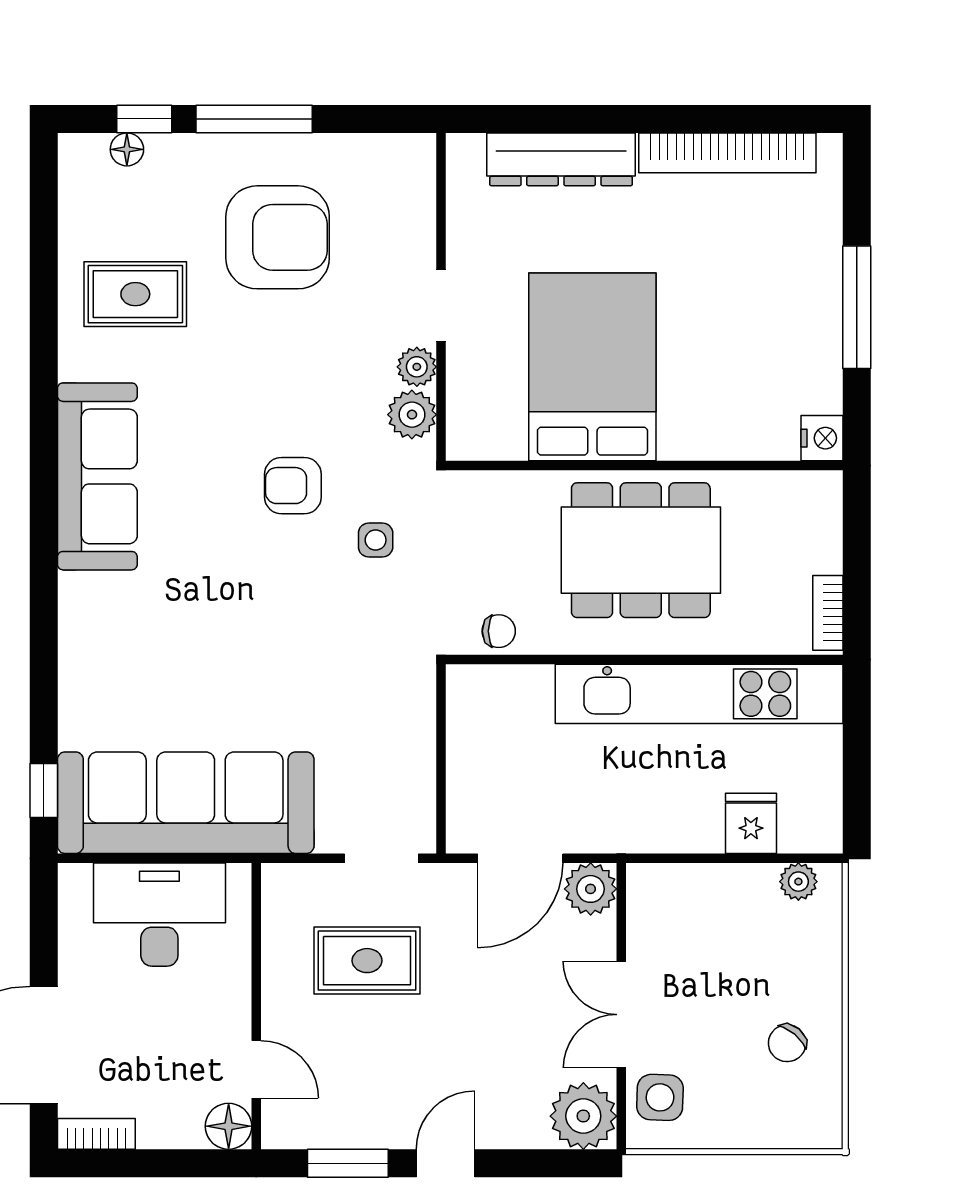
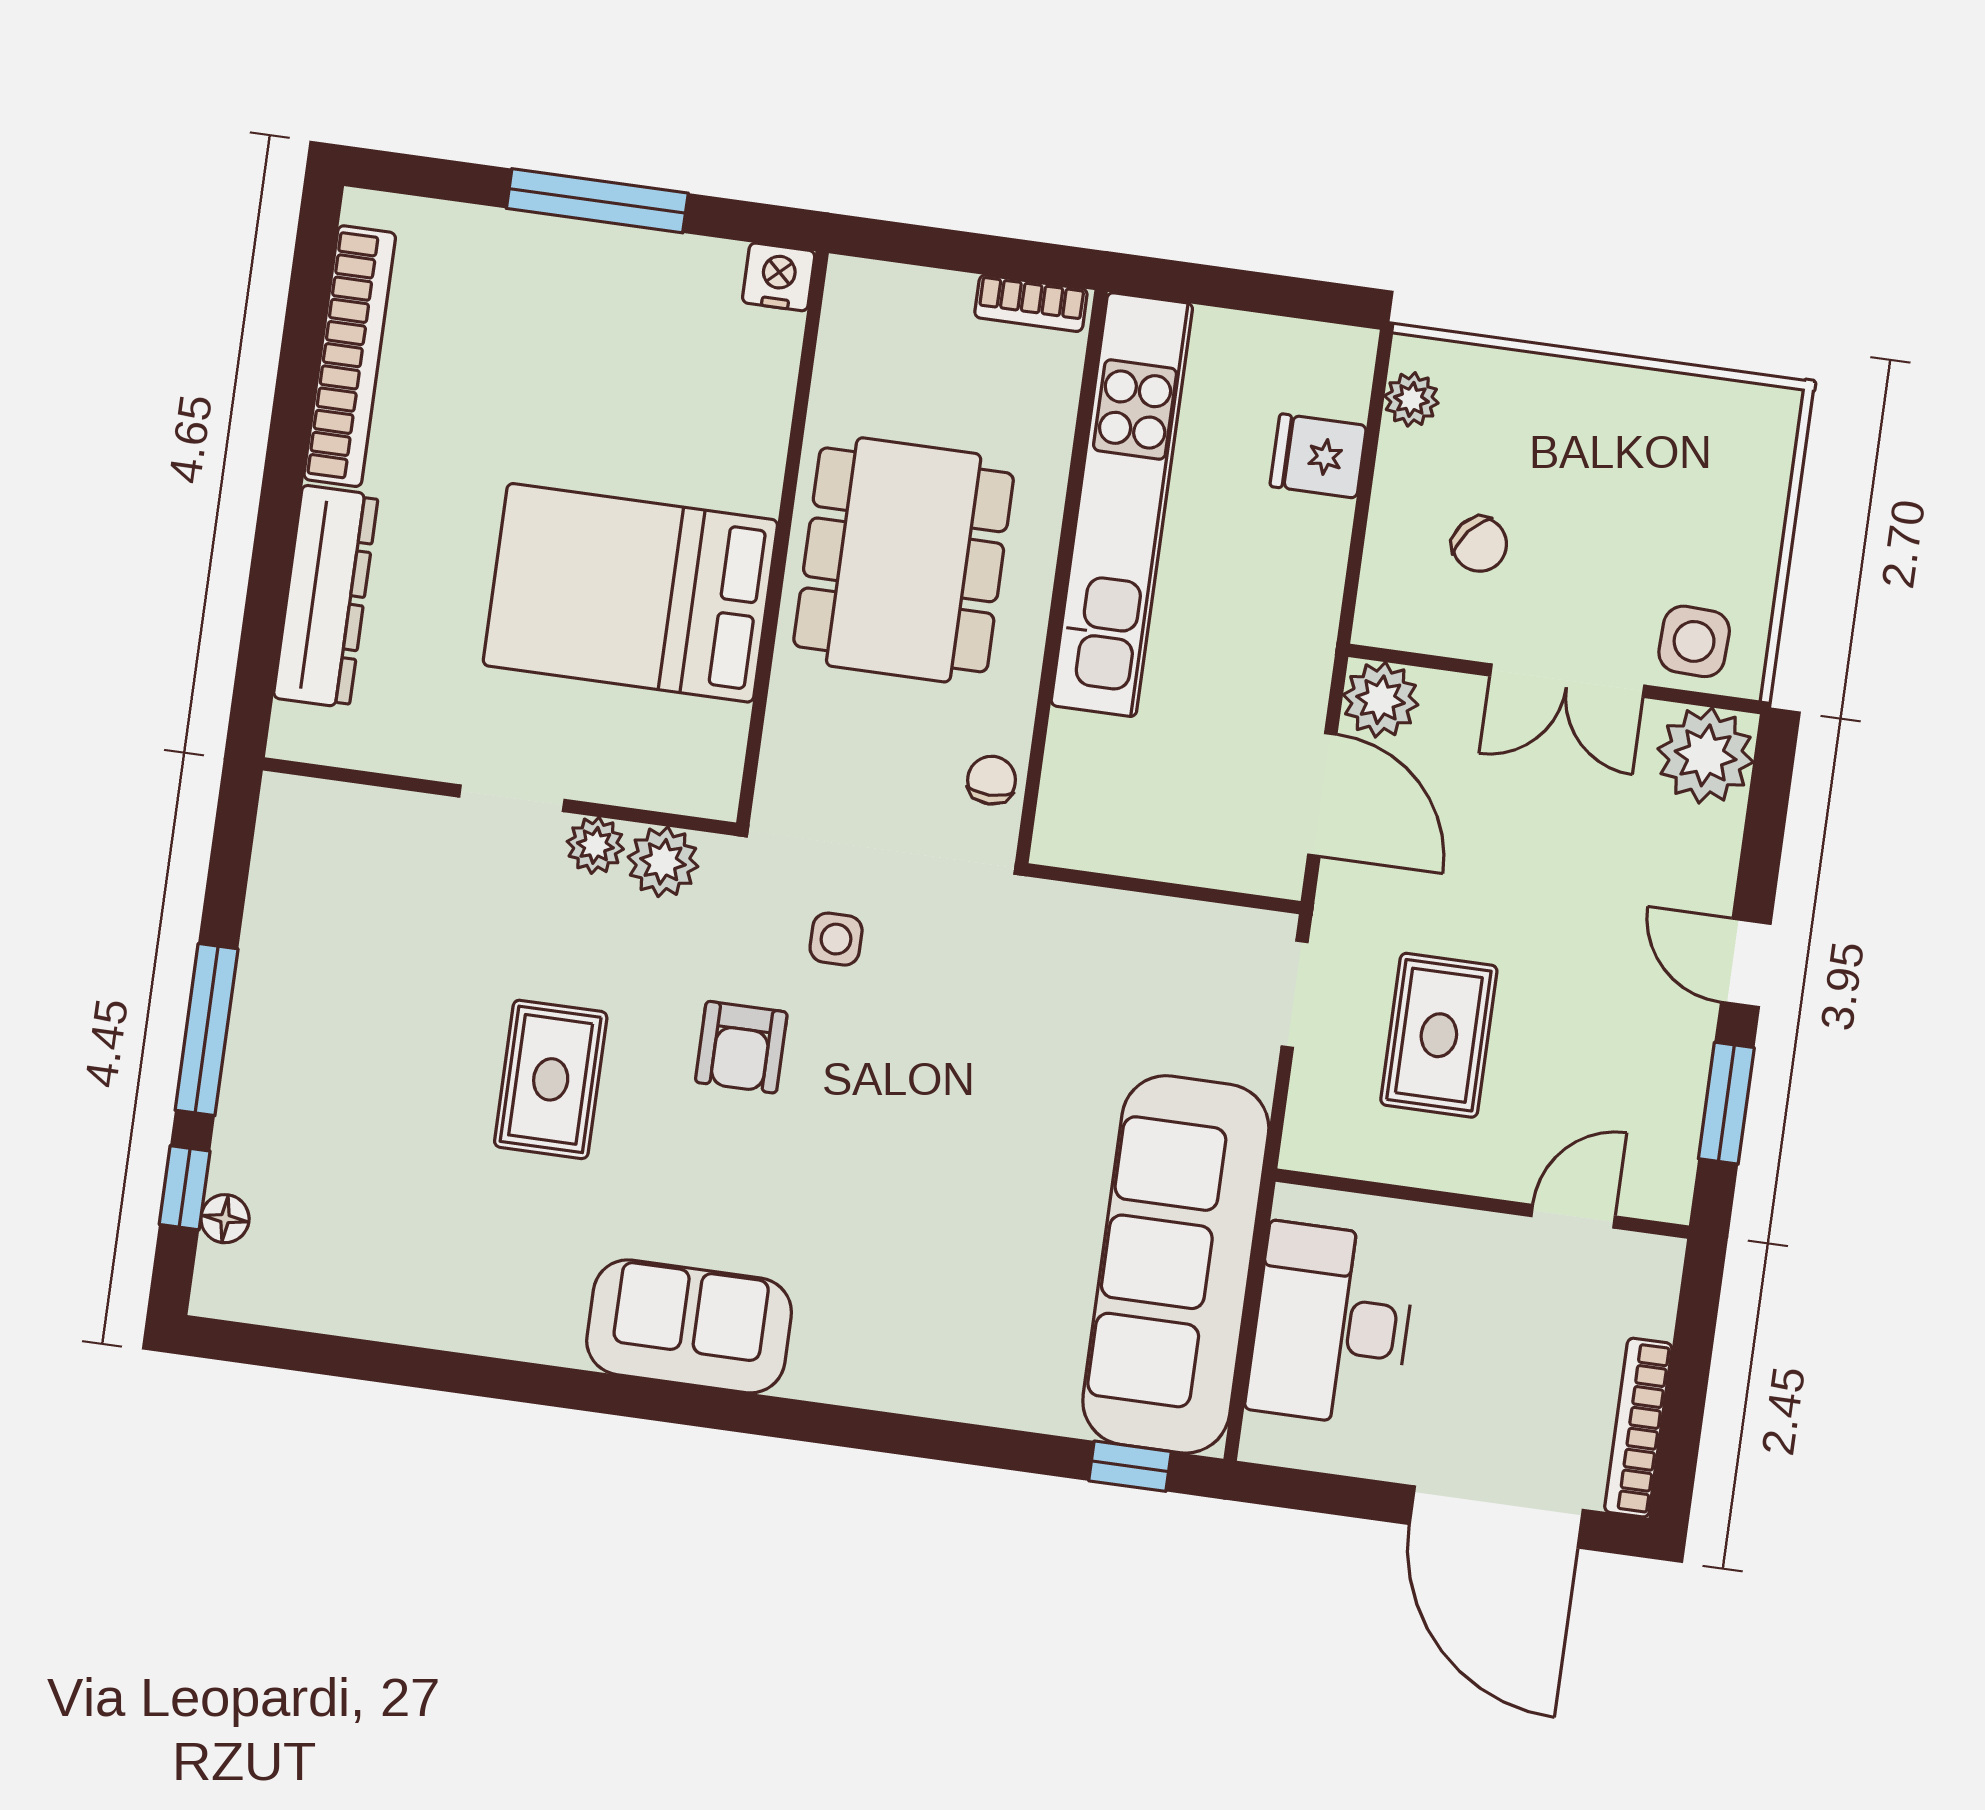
armchair: (278, 237) -> (381, 1020), removed
rug: (135, 294) -> (551, 1079), moved
sofa: (97, 476) -> (689, 1326), width x0.73
chair: (787, 1043) -> (1480, 544), moved
floor lamp: (229, 1126) -> (1649, 1267), removed
bookcase: (96, 1134) -> (1638, 1428), width x1.56

